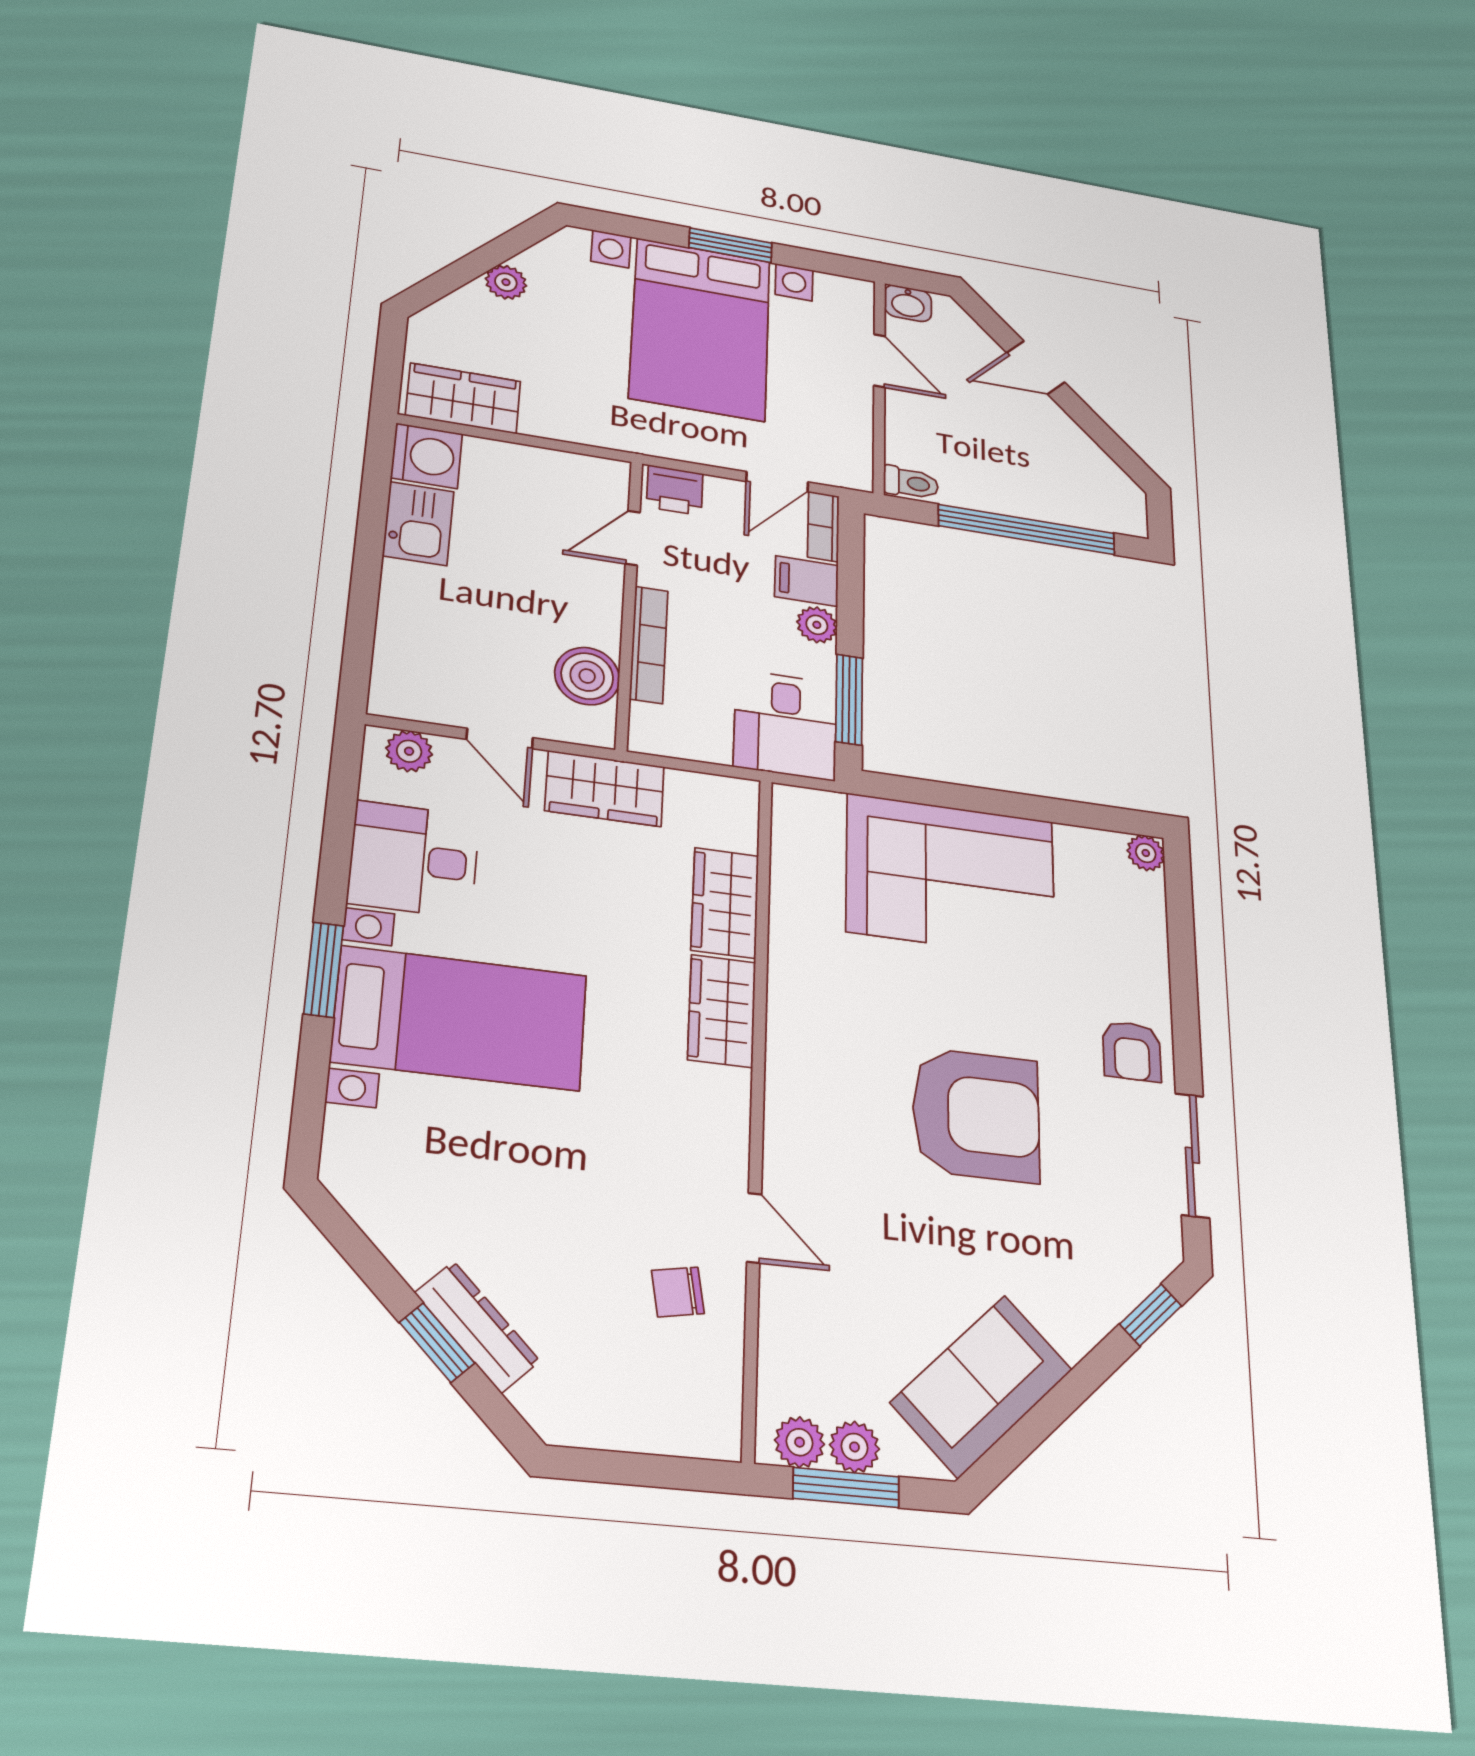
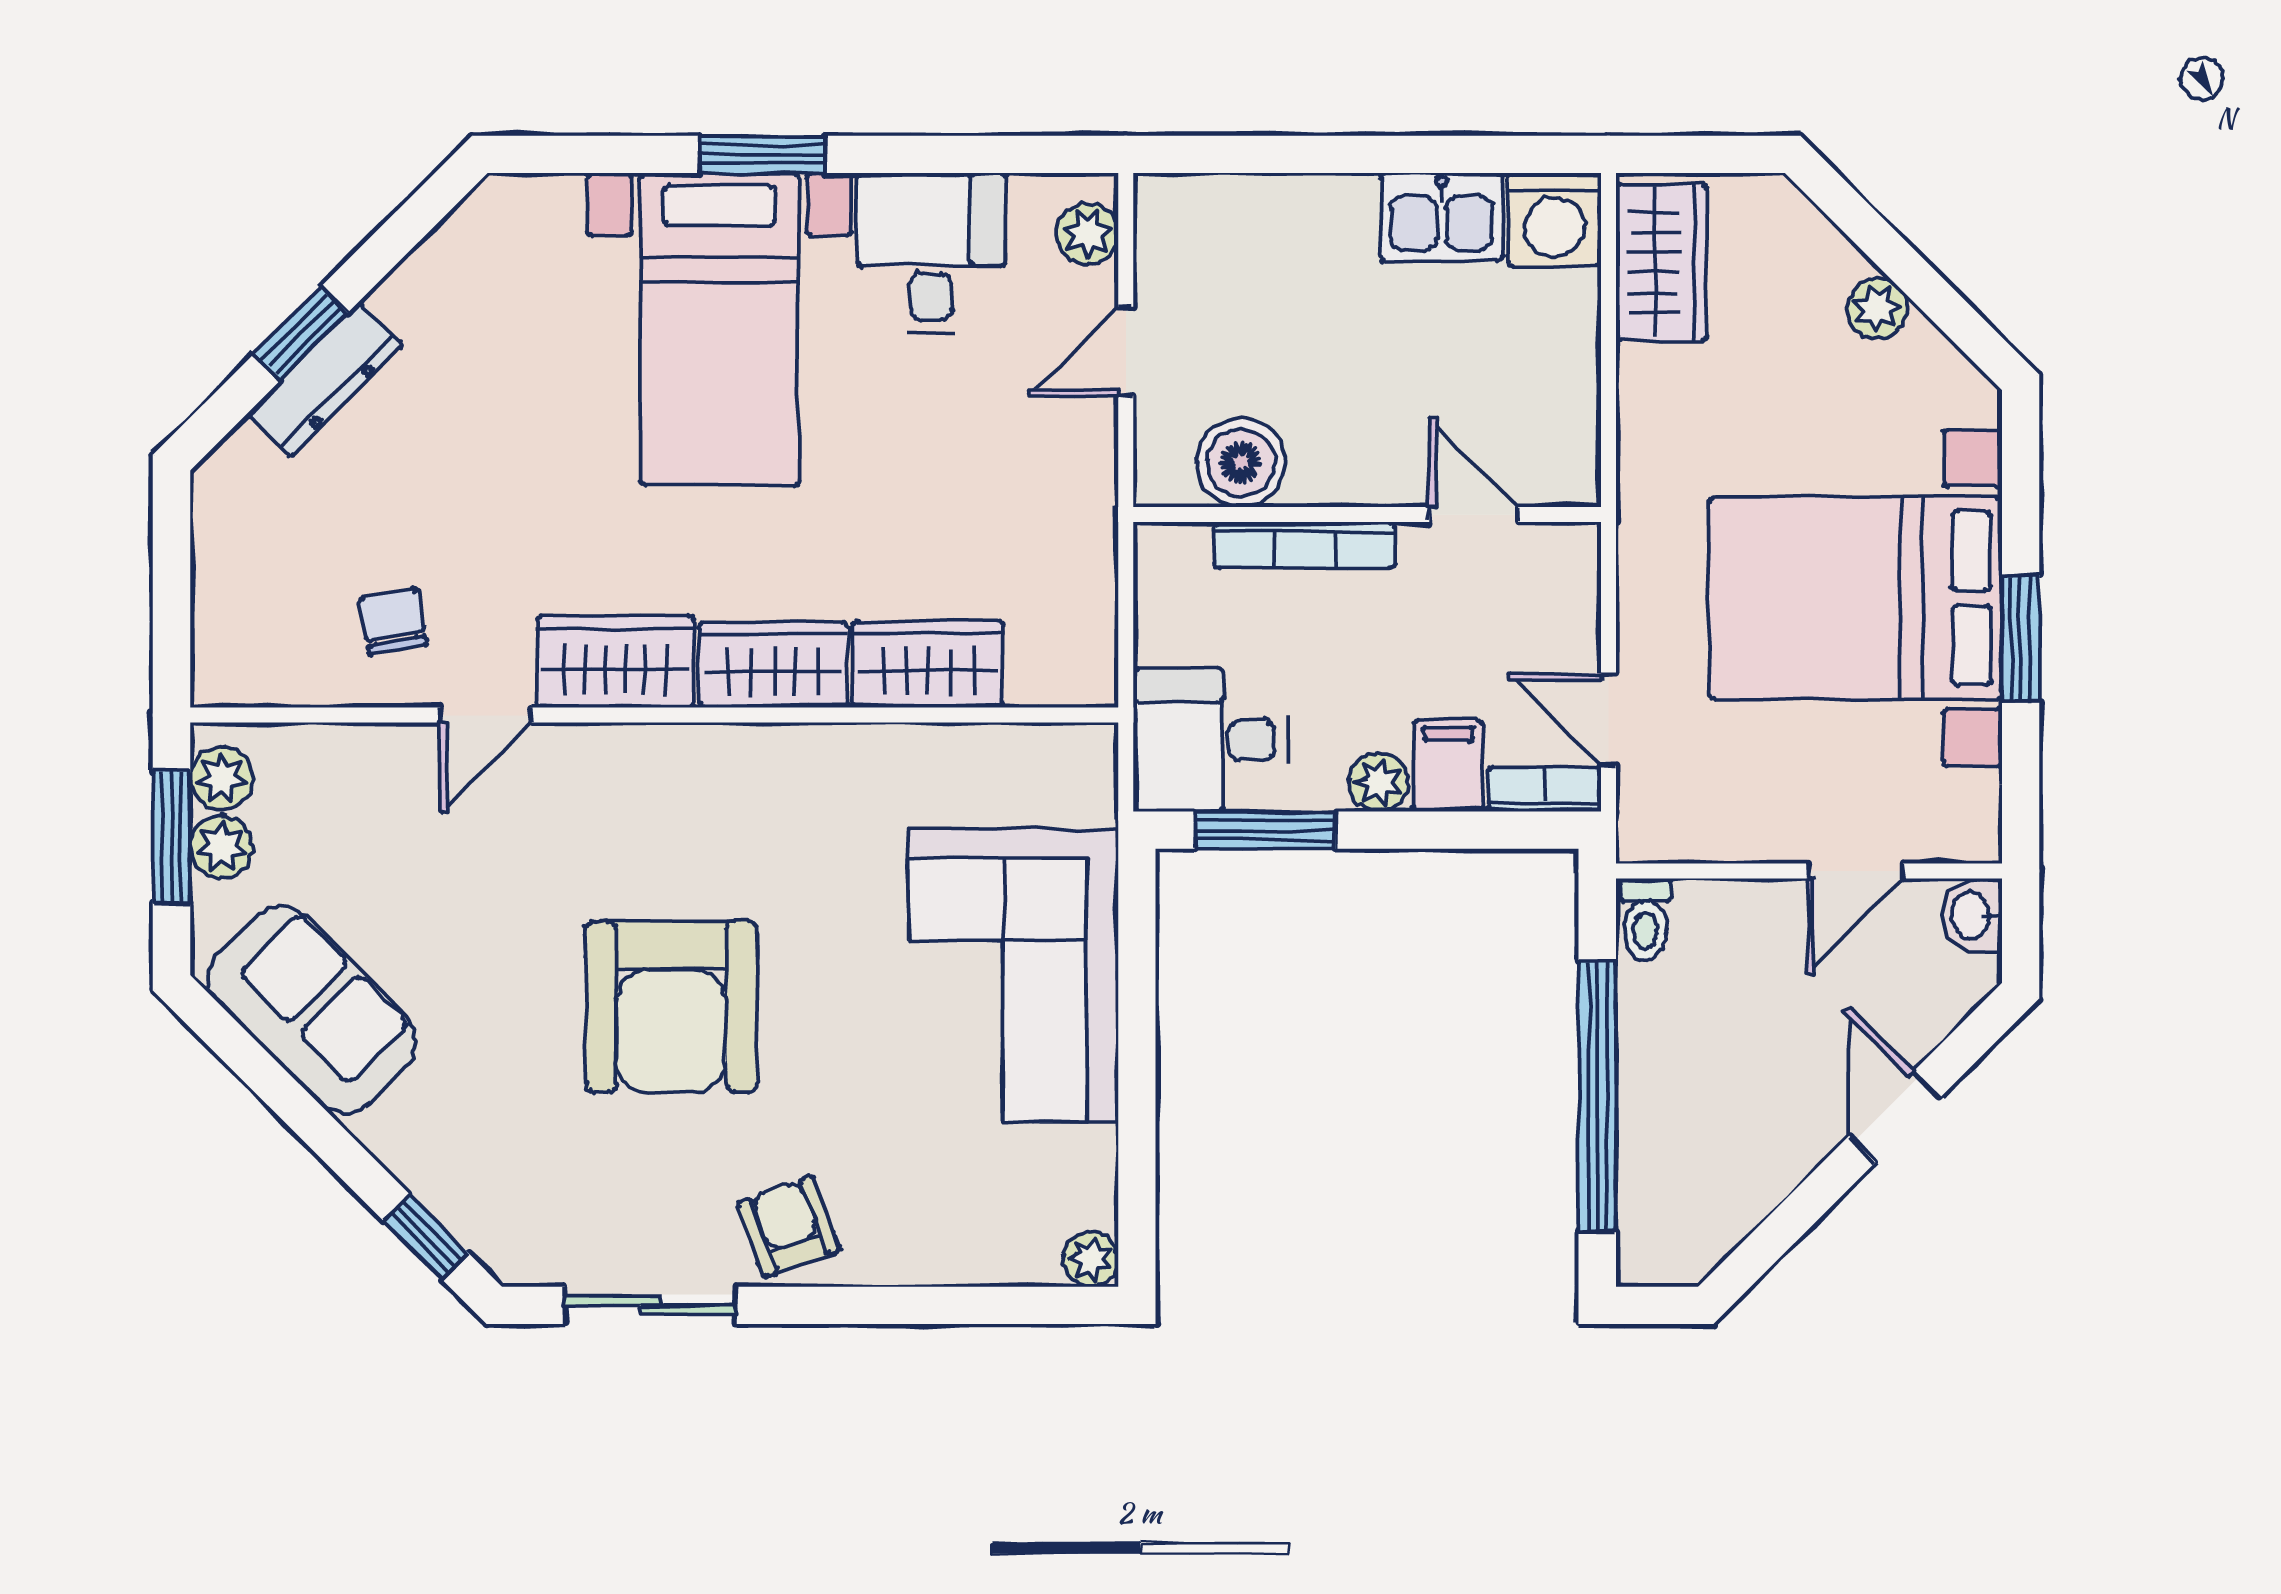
printer: (675, 490) -> (1565, 571), removed
wardrobe: (605, 789) -> (615, 662), moved, turned 90
armchair: (1132, 1051) -> (788, 1226), turned 70

